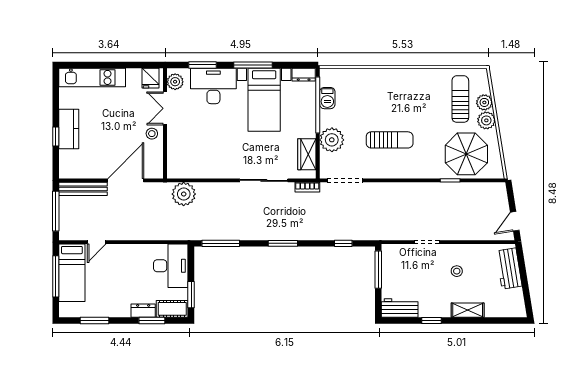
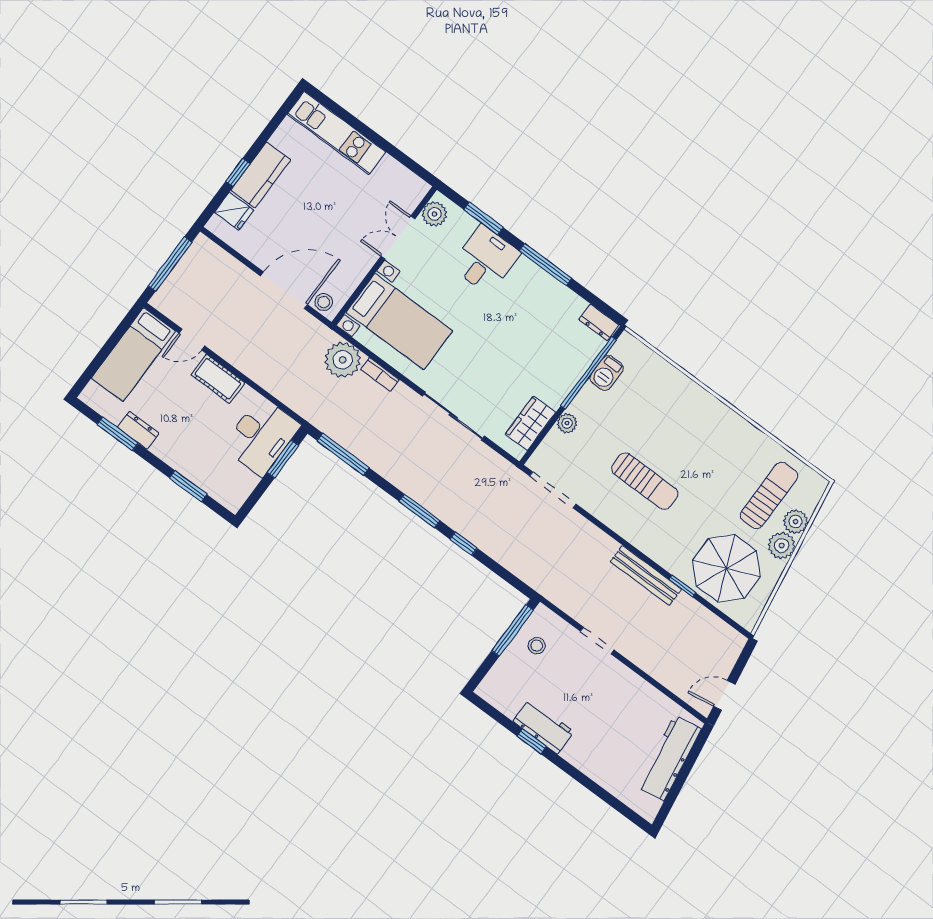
fridge: (150, 78) -> (234, 211), moved, turned -90
desk: (213, 86) -> (485, 260), width x0.73
bed with nightstands: (264, 100) -> (399, 321), moved, turned -90
stool: (152, 134) -> (324, 302), moved
plant: (332, 140) -> (567, 423), width x0.53, depth x0.53
bookcase: (307, 187) -> (380, 374), moved
bench: (83, 189) -> (646, 575), moved
window: (343, 243) -> (464, 544), moved
workbench: (509, 268) -> (669, 758), width x1.38
stool: (457, 271) -> (537, 646), moved
window: (56, 276) -> (110, 344), removed
window: (191, 295) -> (283, 459), moved
workbench: (400, 308) -> (544, 726), moved
cot: (172, 309) -> (218, 379), moved
shelving: (468, 310) -> (586, 761), removed
dresser: (143, 311) -> (138, 430), moved

